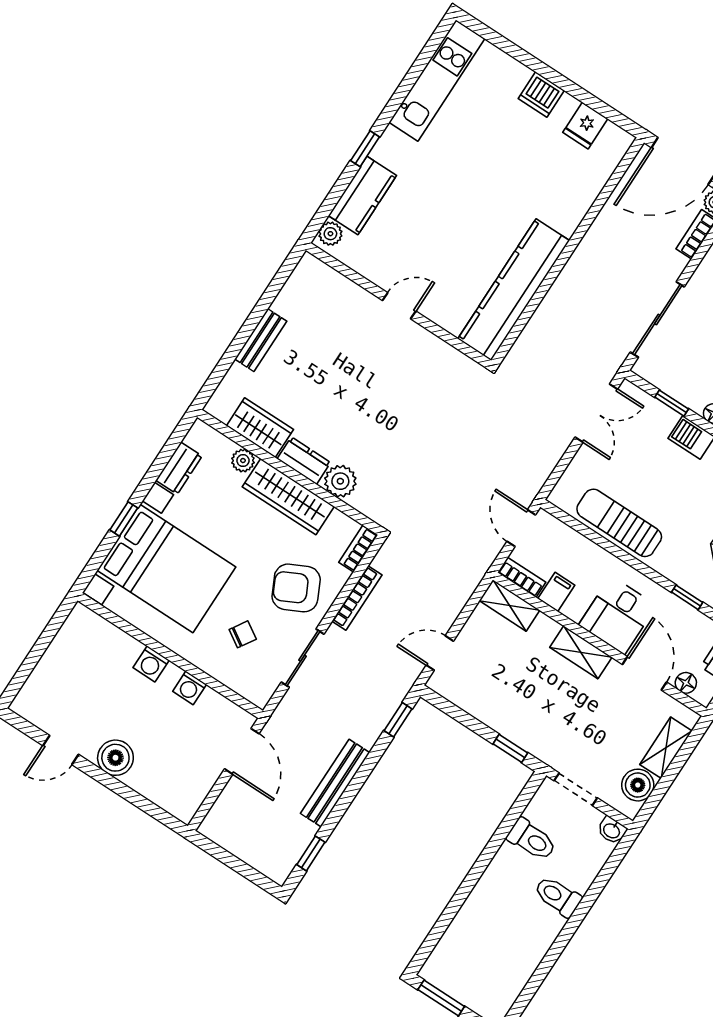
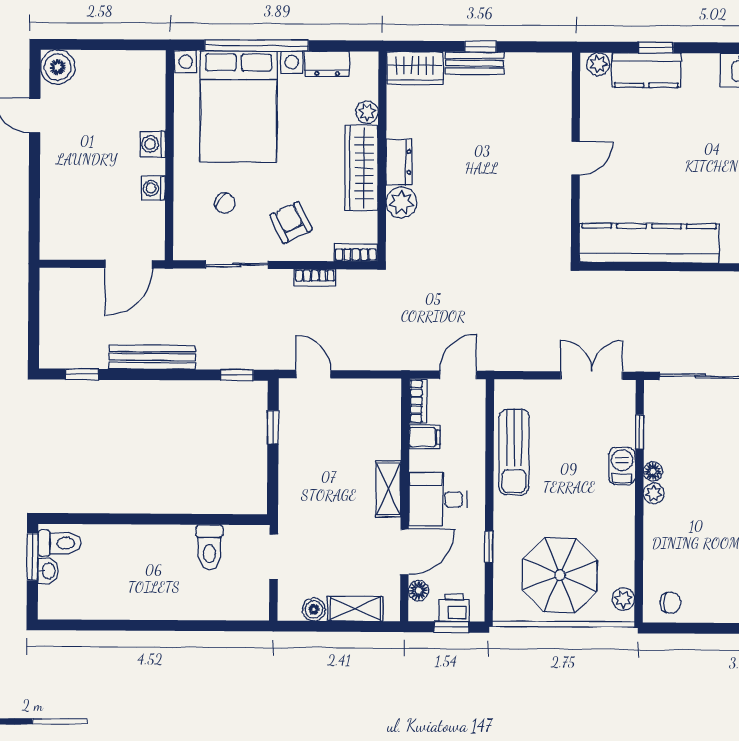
window: (365, 149) -> (656, 48), moved
door: (399, 306) -> (576, 158), hinge flipped
window: (250, 326) -> (480, 47), added
double door: (596, 413) -> (592, 376), swing flipped
wardrobe: (260, 428) -> (415, 68), moved, turned 90
window: (124, 519) -> (257, 45), width x3.17
sun lounger: (619, 523) -> (514, 452), turned 180
armchair: (296, 588) -> (291, 222), width x0.72, depth x0.72
bookcase: (357, 598) -> (315, 277), width x0.64
shelving: (509, 605) -> (389, 406), removed
window: (510, 748) -> (273, 427), moved
boiler: (115, 758) -> (58, 67), moved
boiler: (638, 785) -> (314, 609), width x0.73, depth x0.73
washbasin: (612, 830) -> (48, 571), moved, turned 180
toilet: (558, 896) -> (60, 543), moved, turned 90

